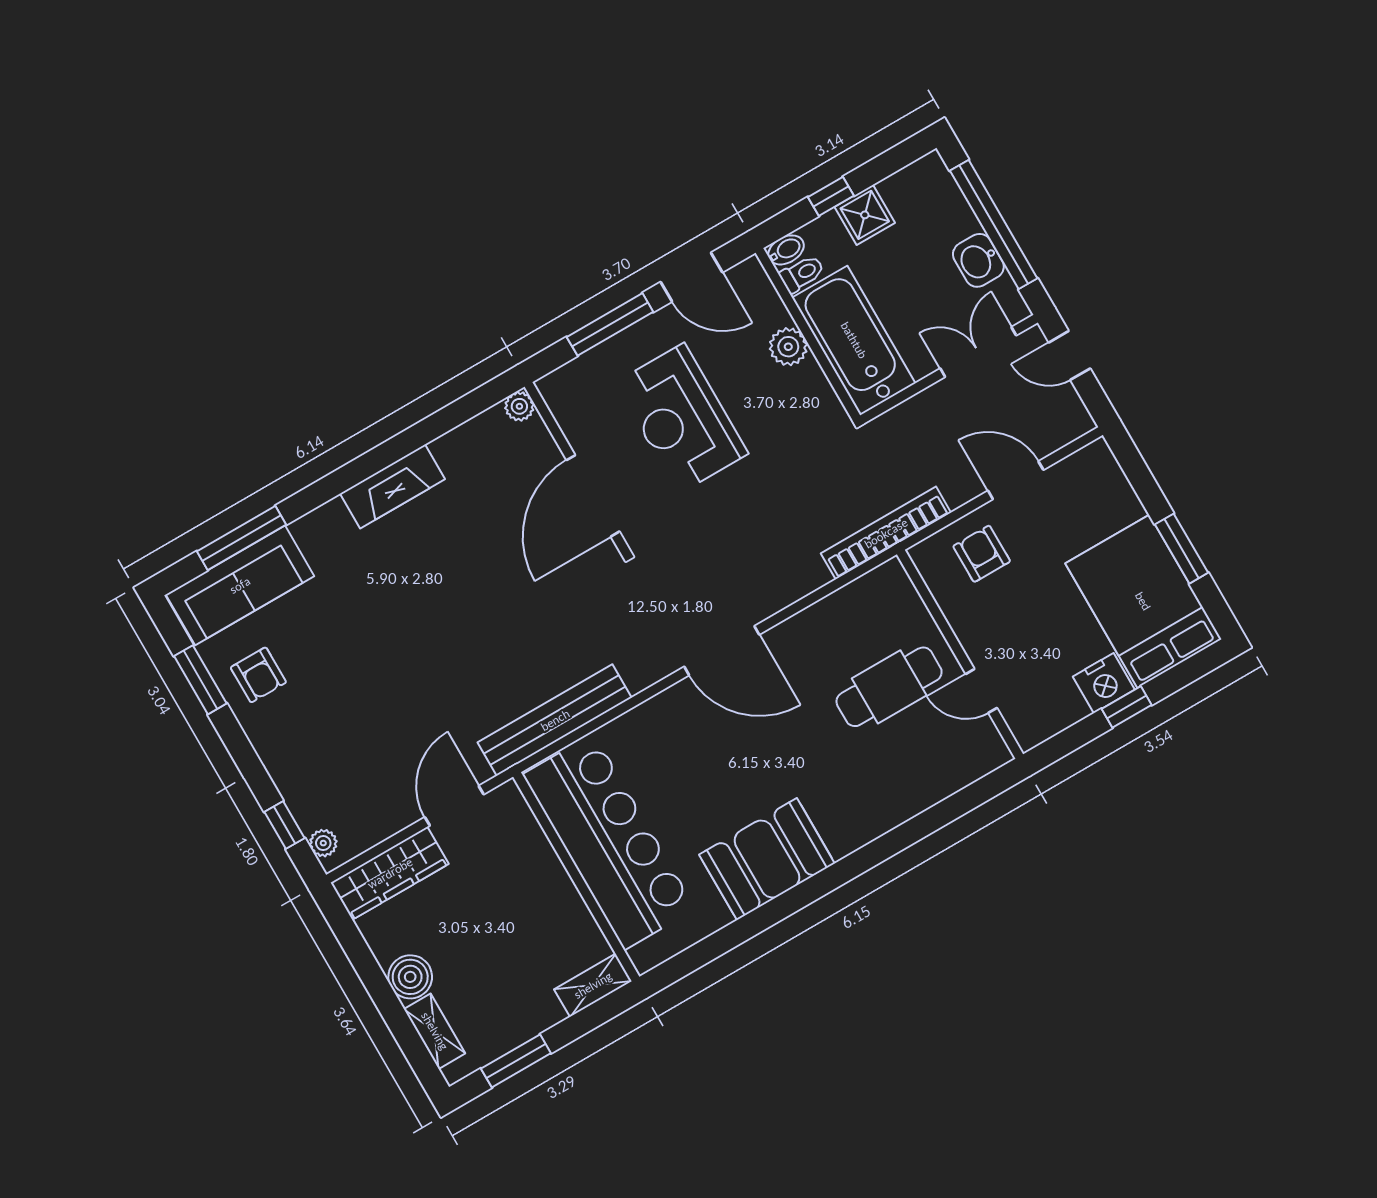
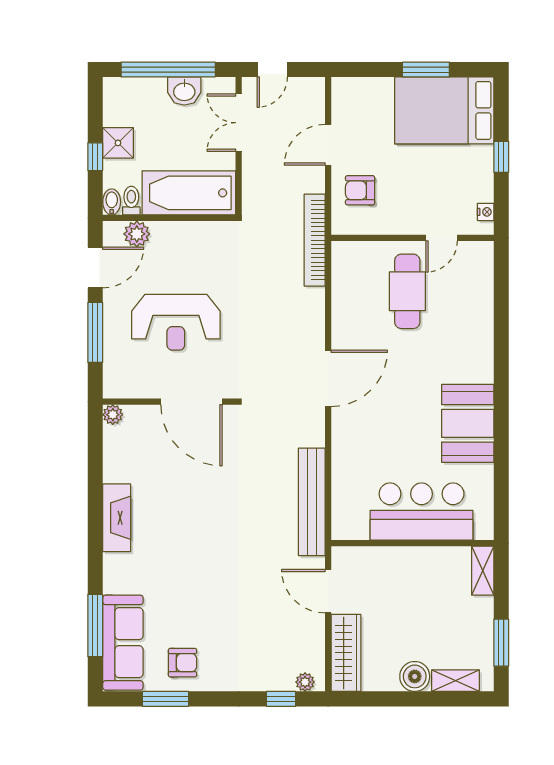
plant: (788, 347) -> (137, 234), moved
nightstand: (1104, 683) -> (486, 212), moved, width x0.53, depth x0.56
bar counter: (609, 842) -> (422, 512), width x0.73

